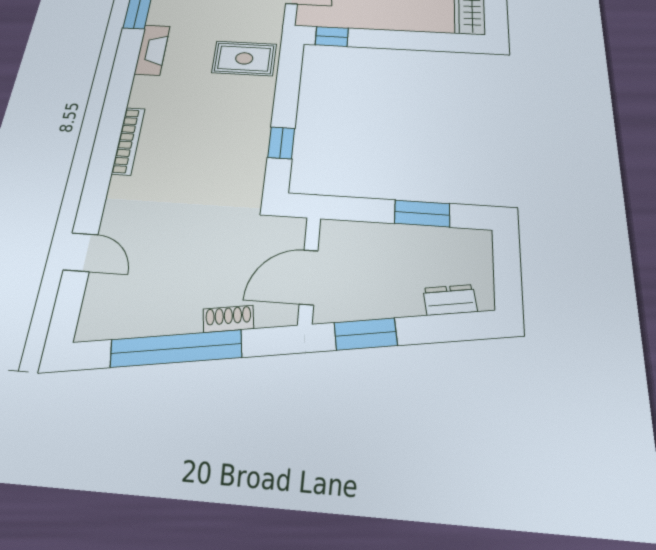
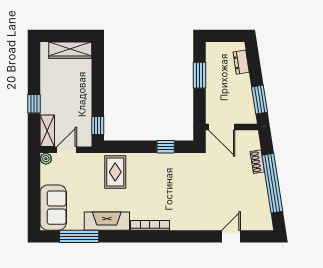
fireplace: (152, 50) -> (107, 221), width x1.37, depth x1.32
bookcase: (128, 141) -> (150, 225), moved
door: (309, 277) -> (222, 127), moved

